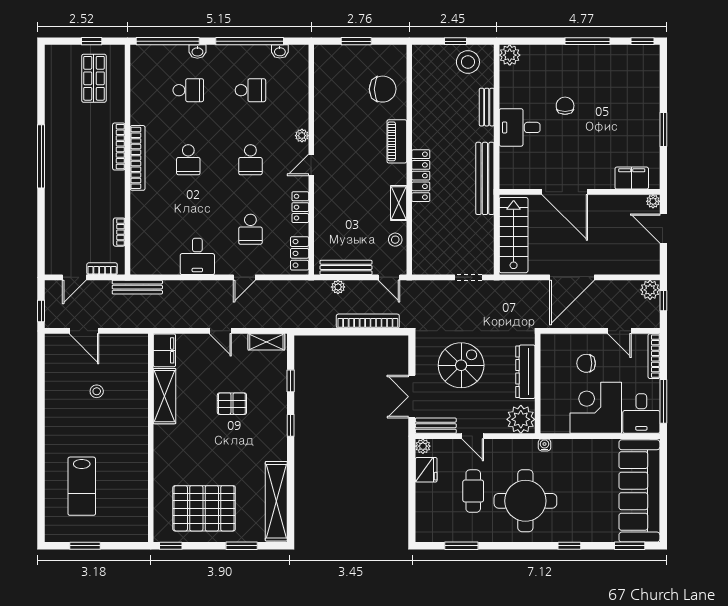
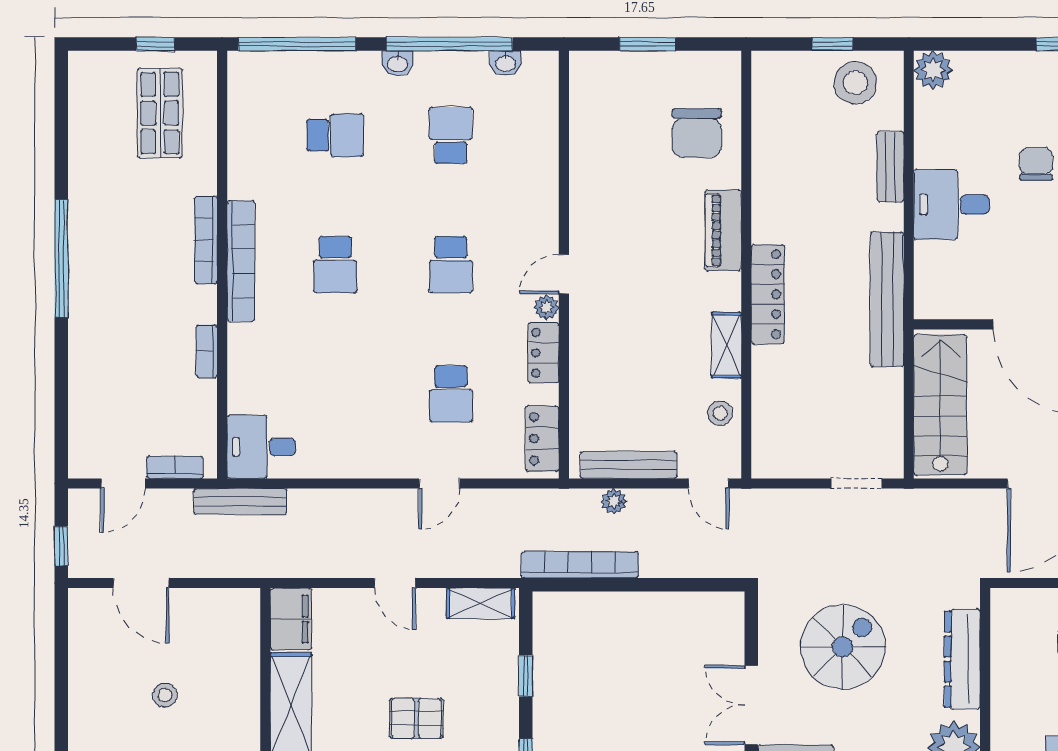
washbasin: (197, 52) -> (398, 63), moved
chair: (383, 89) -> (697, 133), turned 90
school desk: (250, 90) -> (451, 135), turned -90
plant: (302, 136) -> (546, 307), moved
bookcase: (119, 232) -> (207, 351), moved
desk: (197, 256) -> (261, 447), moved, turned 90
bookcase: (368, 321) -> (580, 565), moved

